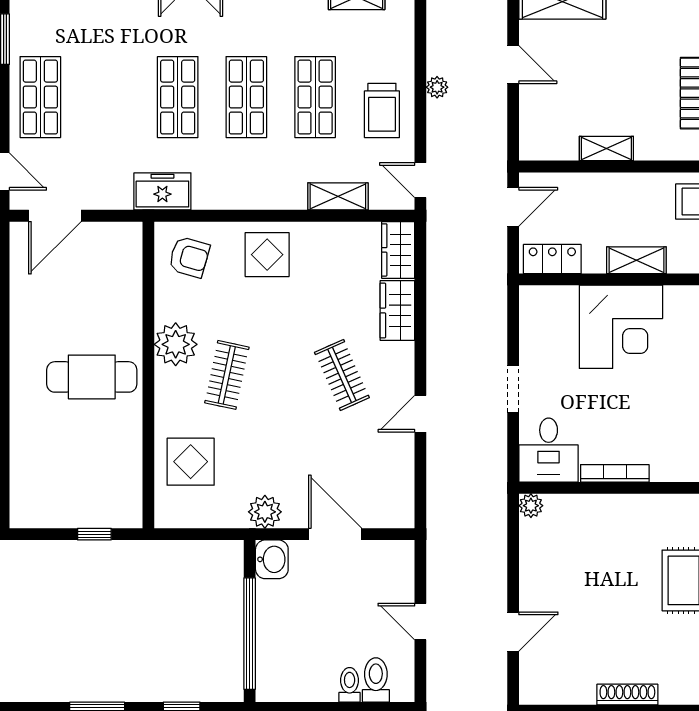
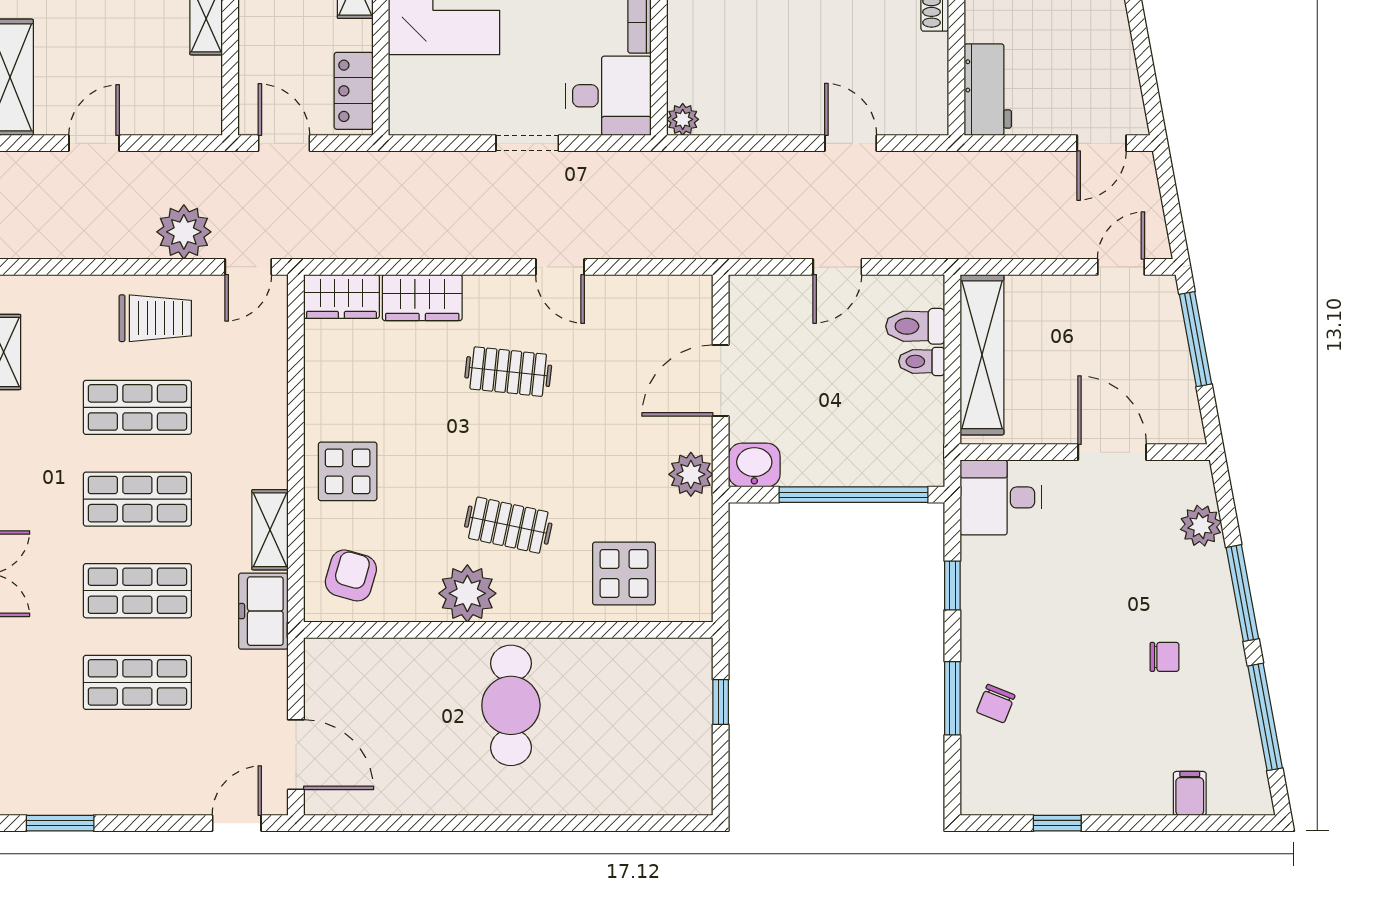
plant: (437, 87) -> (184, 232), moved, width x1.88, depth x1.88
shop shelf: (40, 97) -> (137, 682), moved
shelving: (338, 196) -> (270, 530), moved
clothes rail: (342, 375) -> (508, 372), turned 30

